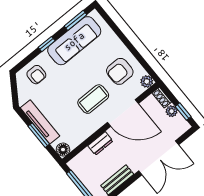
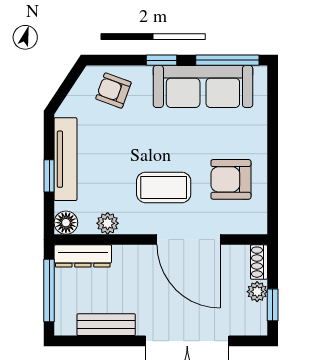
window: (75, 20) -> (227, 60), width x1.44
armchair: (36, 75) -> (113, 91), turned 110
plant: (147, 82) -> (108, 223), moved
window: (39, 135) -> (49, 176), width x0.67
dresser: (100, 143) -> (83, 256), moved, width x1.44

